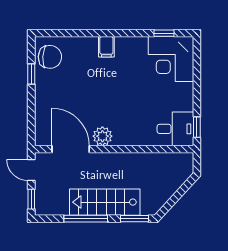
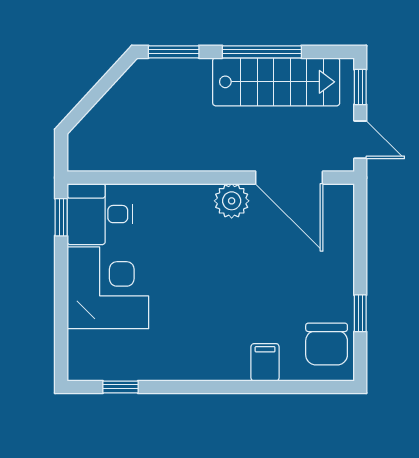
filing cabinet: (106, 47) -> (265, 362), moved
chair: (50, 57) -> (327, 344), turned -93
corner desk: (171, 59) -> (108, 288), moved
stairs: (105, 202) -> (276, 82), moved

